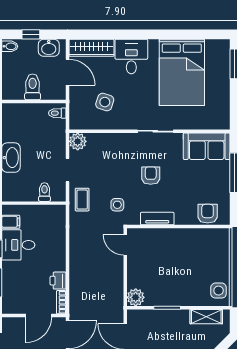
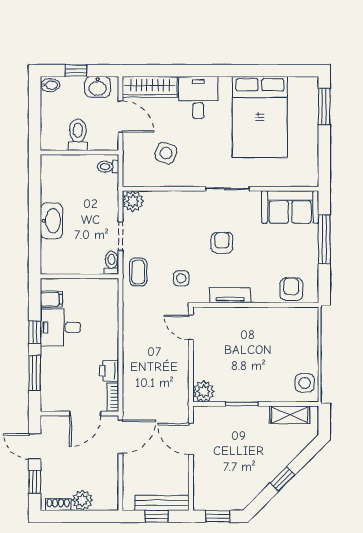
toilet: (44, 192) -> (111, 263), moved

